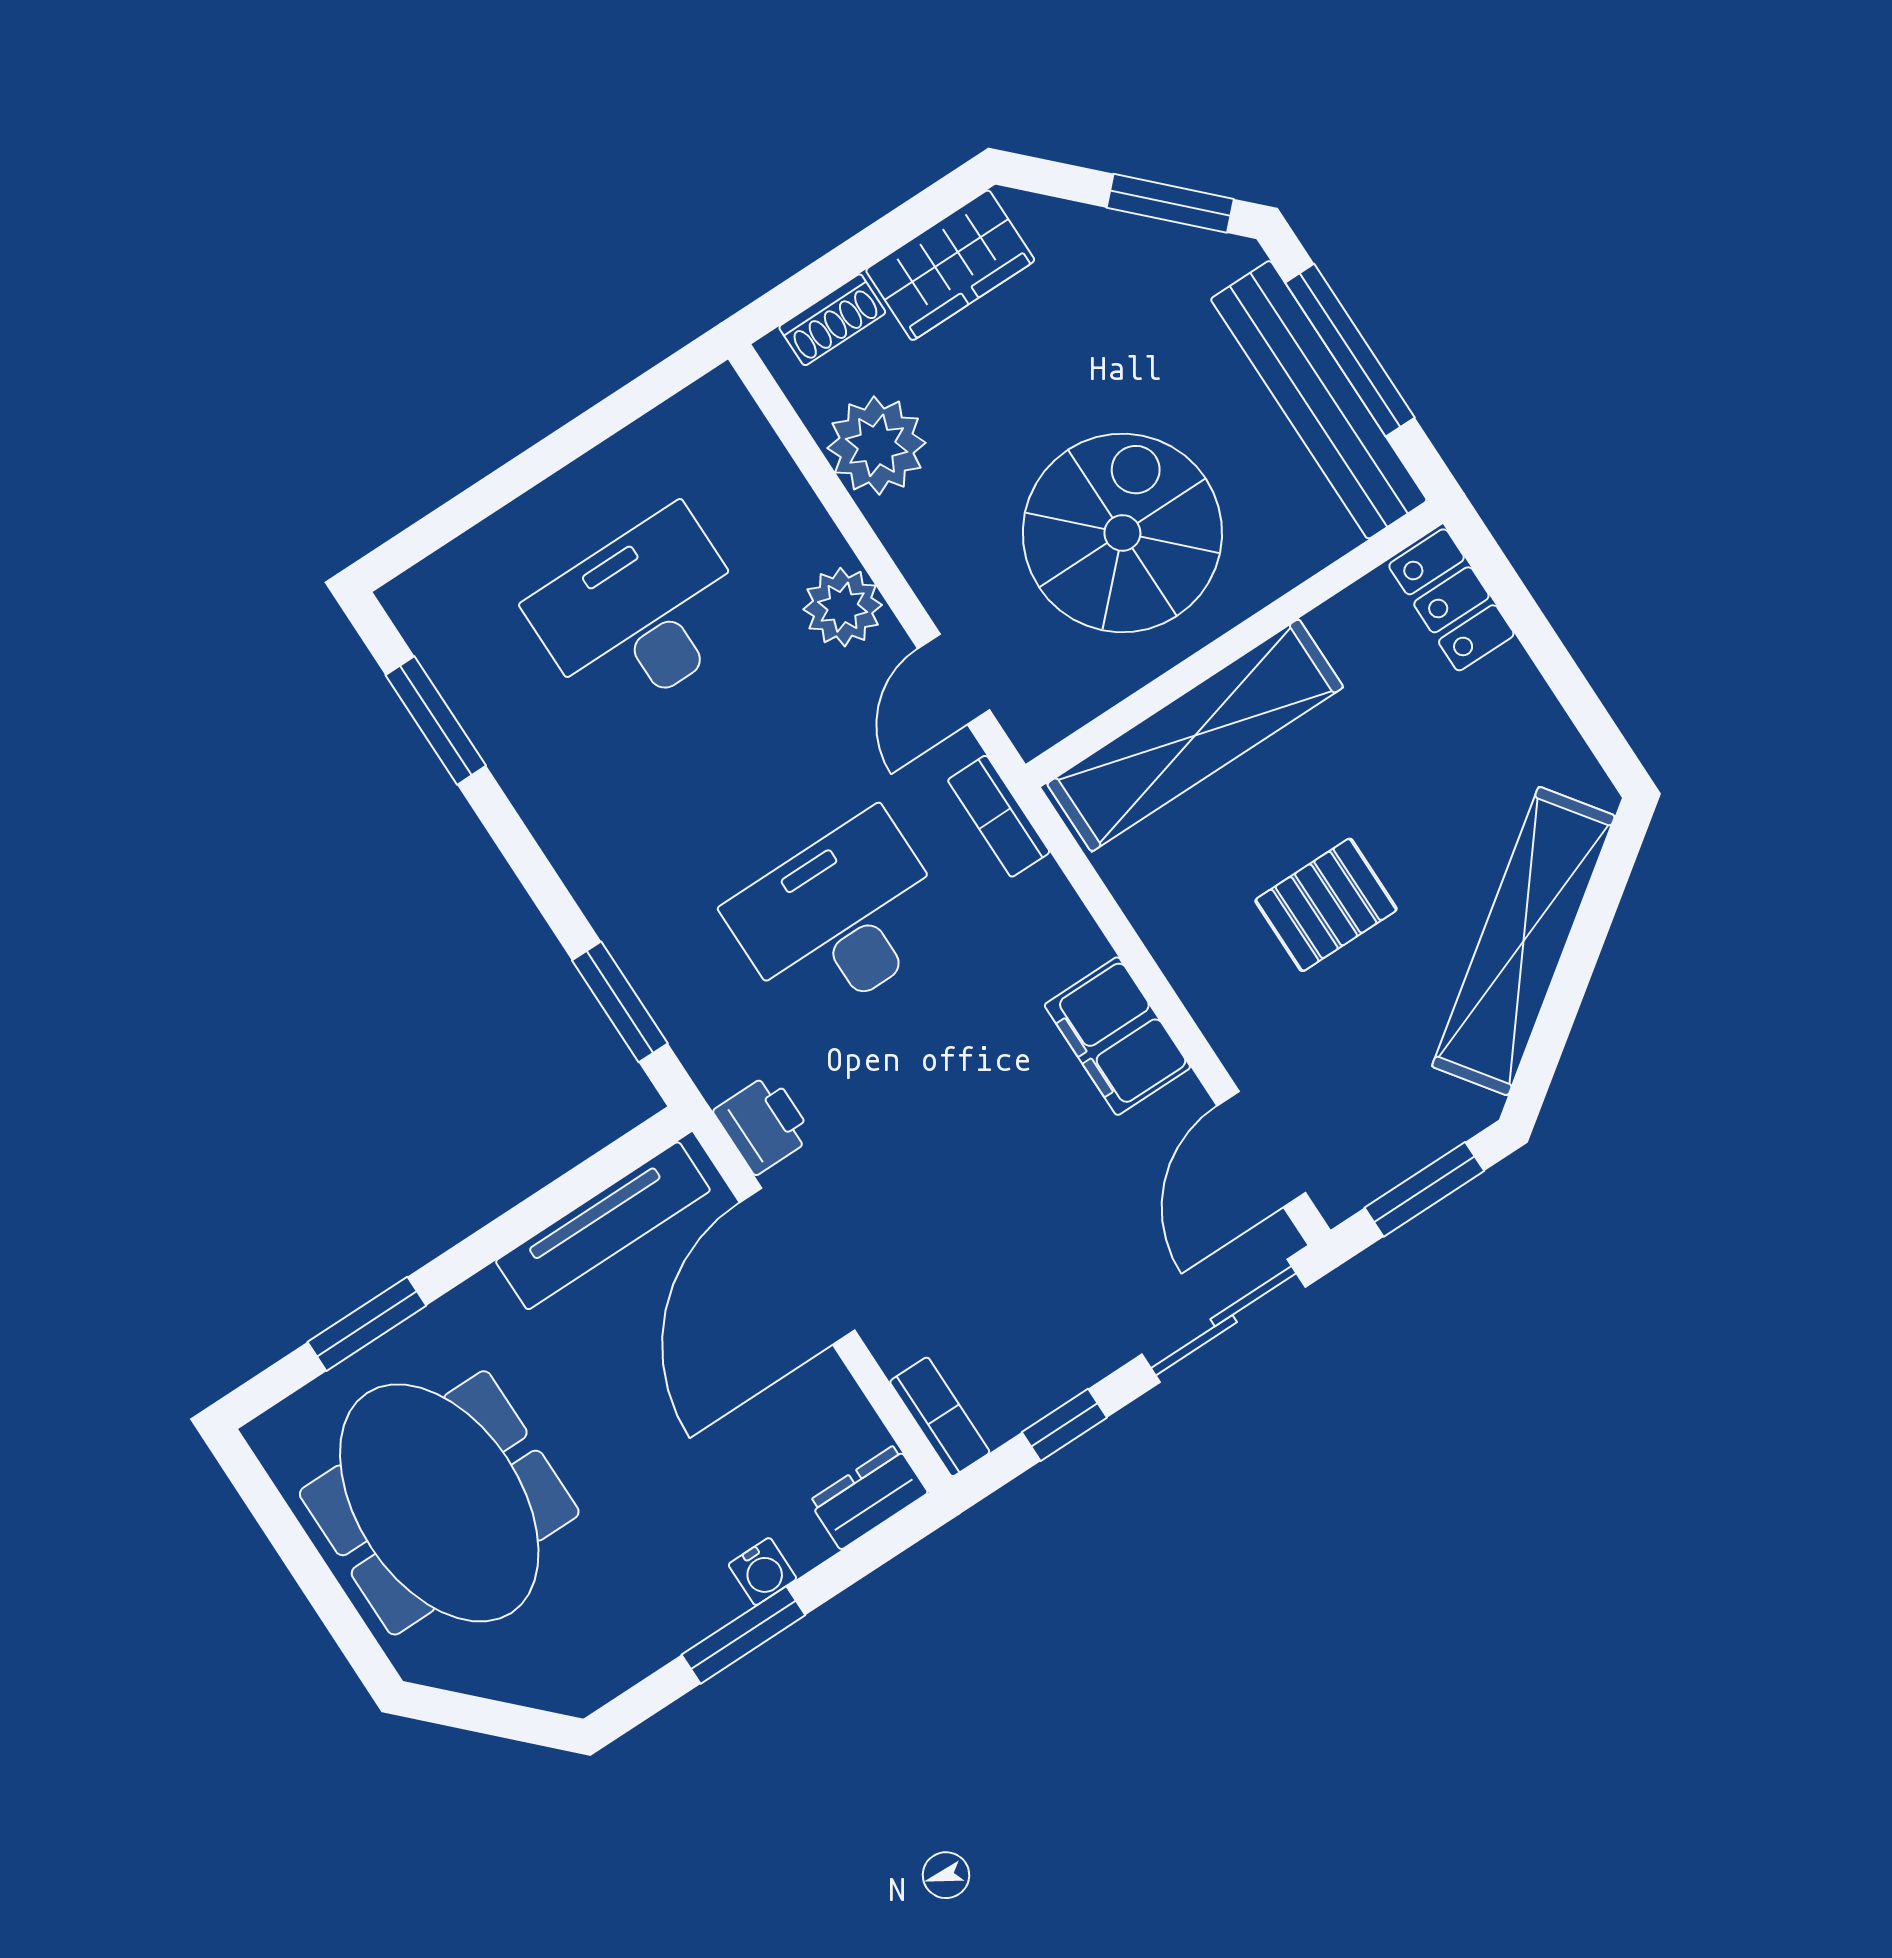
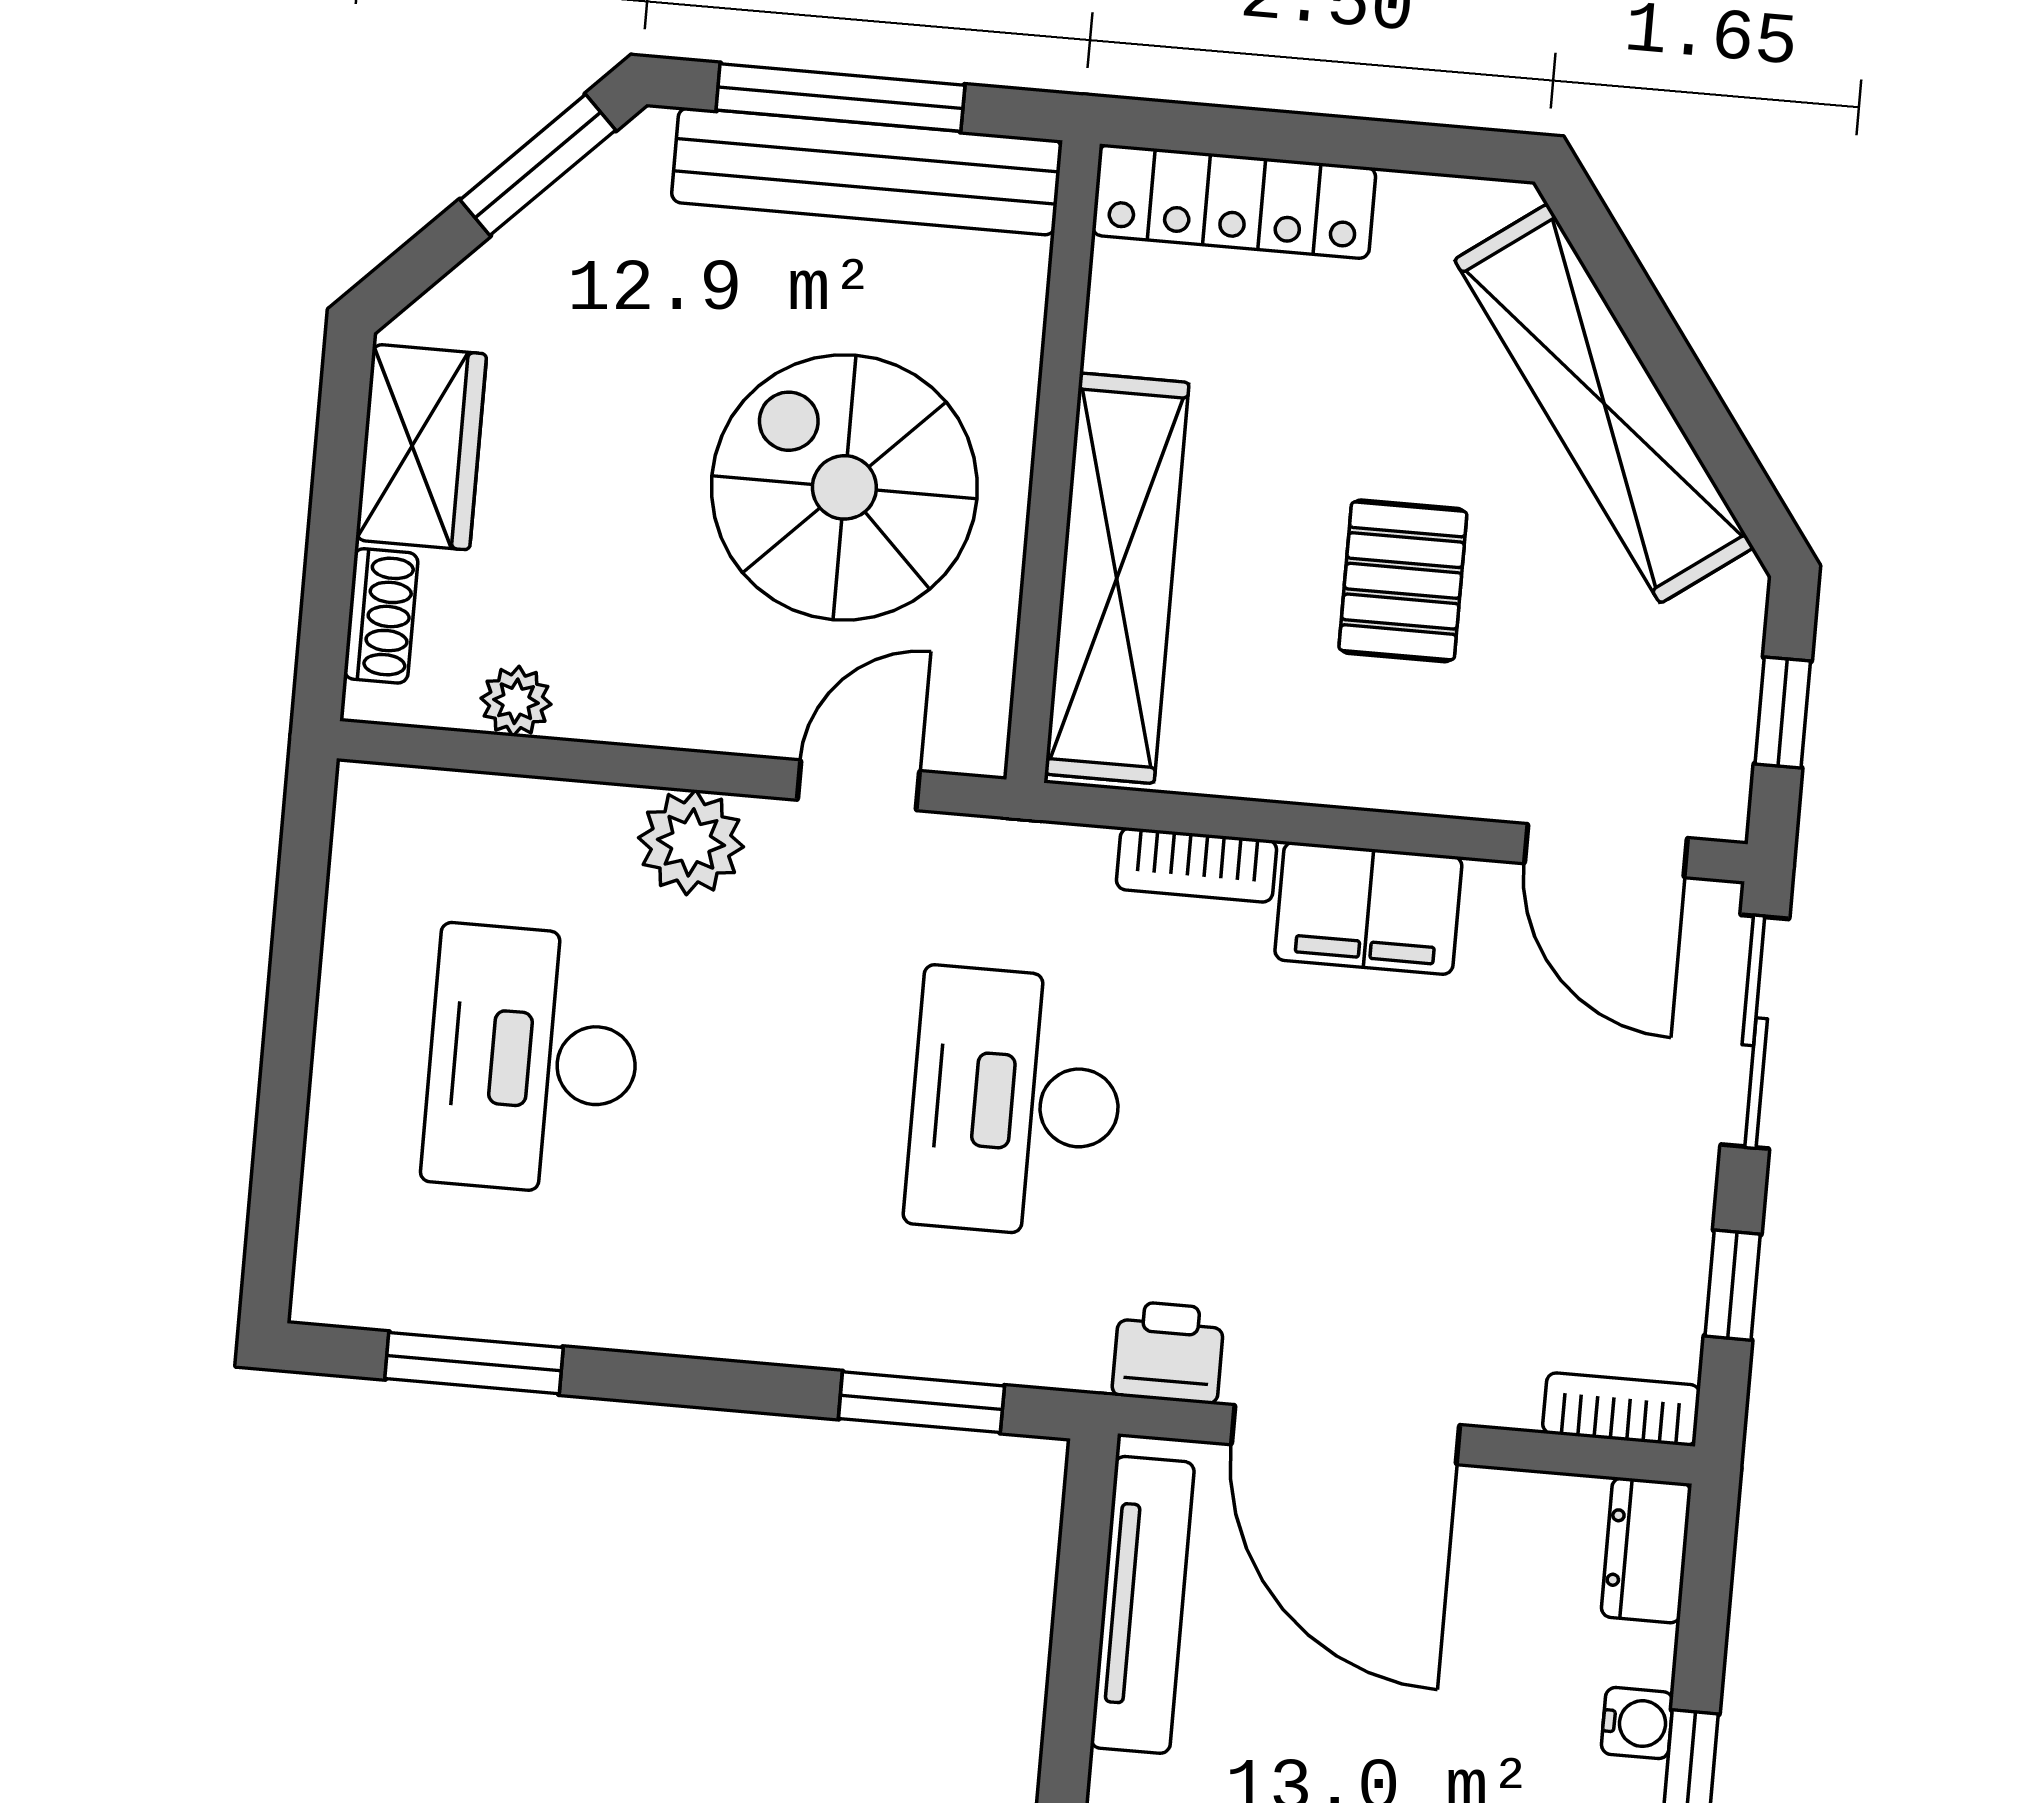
plant: (877, 445) -> (516, 701), width x0.53, depth x0.53
locker: (1451, 600) -> (1234, 201), width x1.53
door: (954, 679) -> (859, 785), swing flipped
bookcase: (999, 816) -> (1197, 865), moved
window: (1424, 1189) -> (1783, 713), width x0.67

